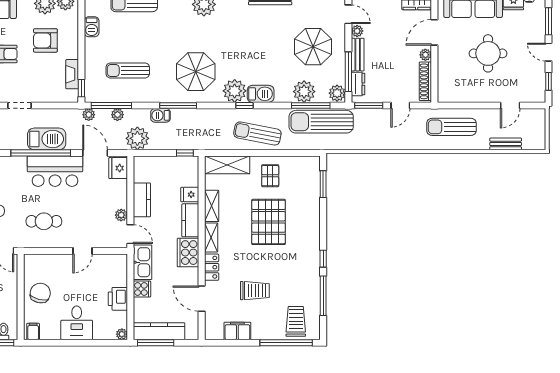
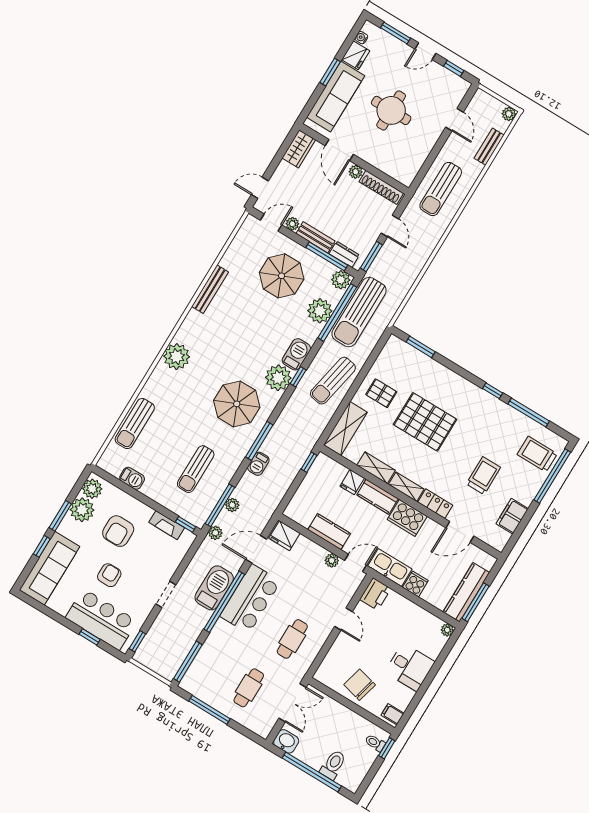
window: (311, 105) -> (337, 313), width x1.46
plant: (137, 138) -> (509, 114), moved, width x0.53, depth x0.53
printer: (118, 299) -> (375, 594), moved, turned -90

